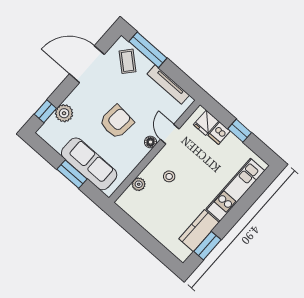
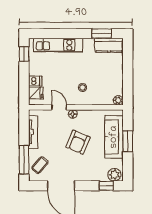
plant: (64, 113) -> (114, 175), moved
armchair: (117, 122) -> (78, 142), turned -72
window: (240, 131) -> (24, 54), moved
door: (170, 134) -> (59, 107), swing flipped
plant: (139, 184) -> (118, 100), moved
kitchen counter: (199, 231) -> (109, 45), moved

